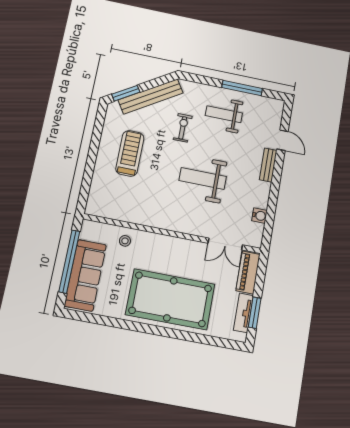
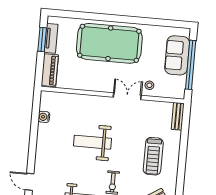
bench: (268, 165) -> (178, 116), moved
weight bench: (203, 179) -> (93, 142), turned 180
double door: (225, 244) -> (127, 96), moved
sofa: (85, 275) -> (177, 55), width x0.73

